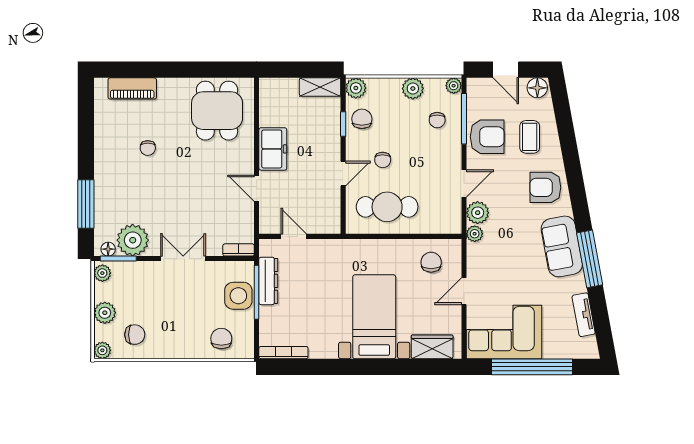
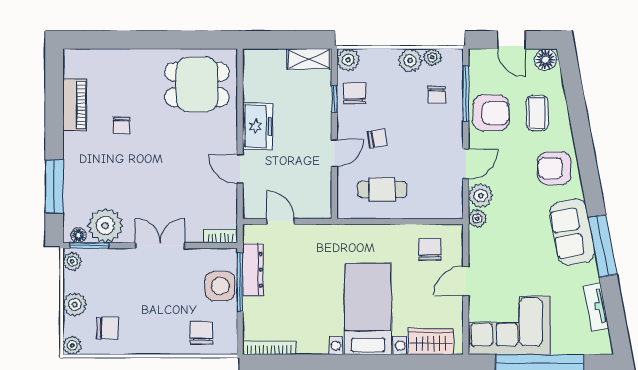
plant: (454, 86) -> (432, 57), moved
piano: (132, 88) -> (75, 105), moved, turned -90
dining table: (217, 111) -> (197, 85), turned 90
chair: (383, 160) -> (377, 138), turned -100
cafe table: (387, 207) -> (382, 189), width x0.73, depth x0.74

